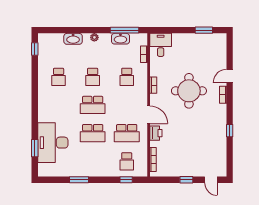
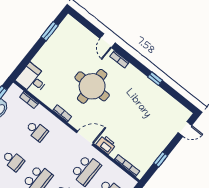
window: (186, 180) -> (161, 159), moved

